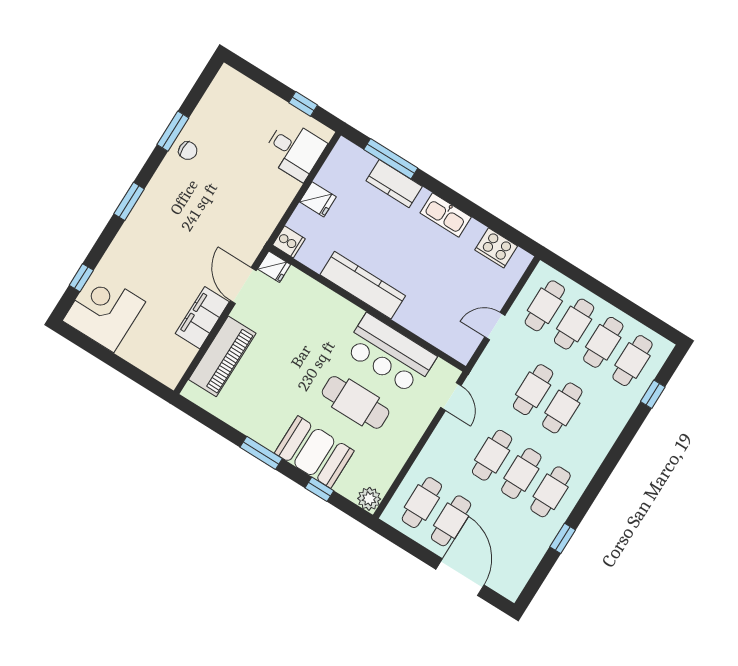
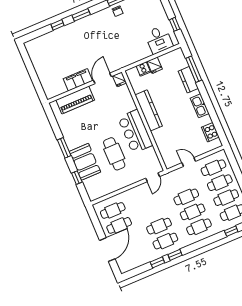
cooker: (289, 242) -> (143, 69), moved
window: (81, 278) -> (58, 25), moved
corner desk: (104, 311) -> (42, 51), removed
bar counter: (390, 354) -> (135, 131), moved
cafe table: (492, 455) -> (199, 227), moved
plant: (369, 499) -> (93, 195), removed
window: (584, 504) -> (175, 255), added

